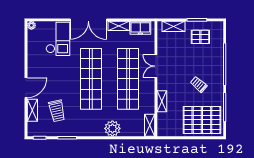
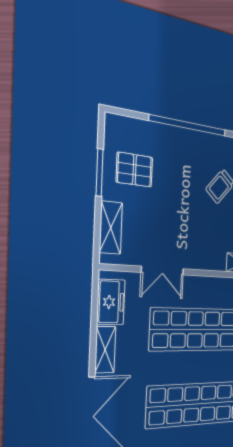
pallet: (200, 37) -> (134, 170), turned 90
double door: (156, 66) -> (163, 271), moved

